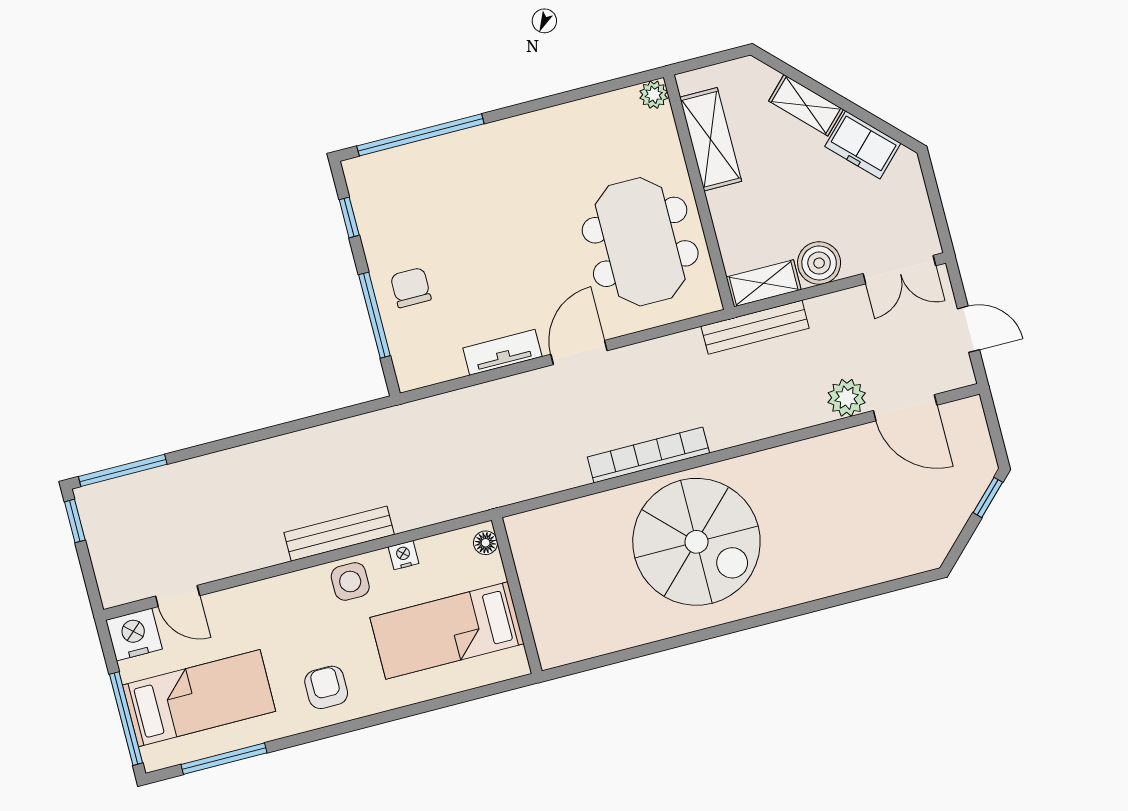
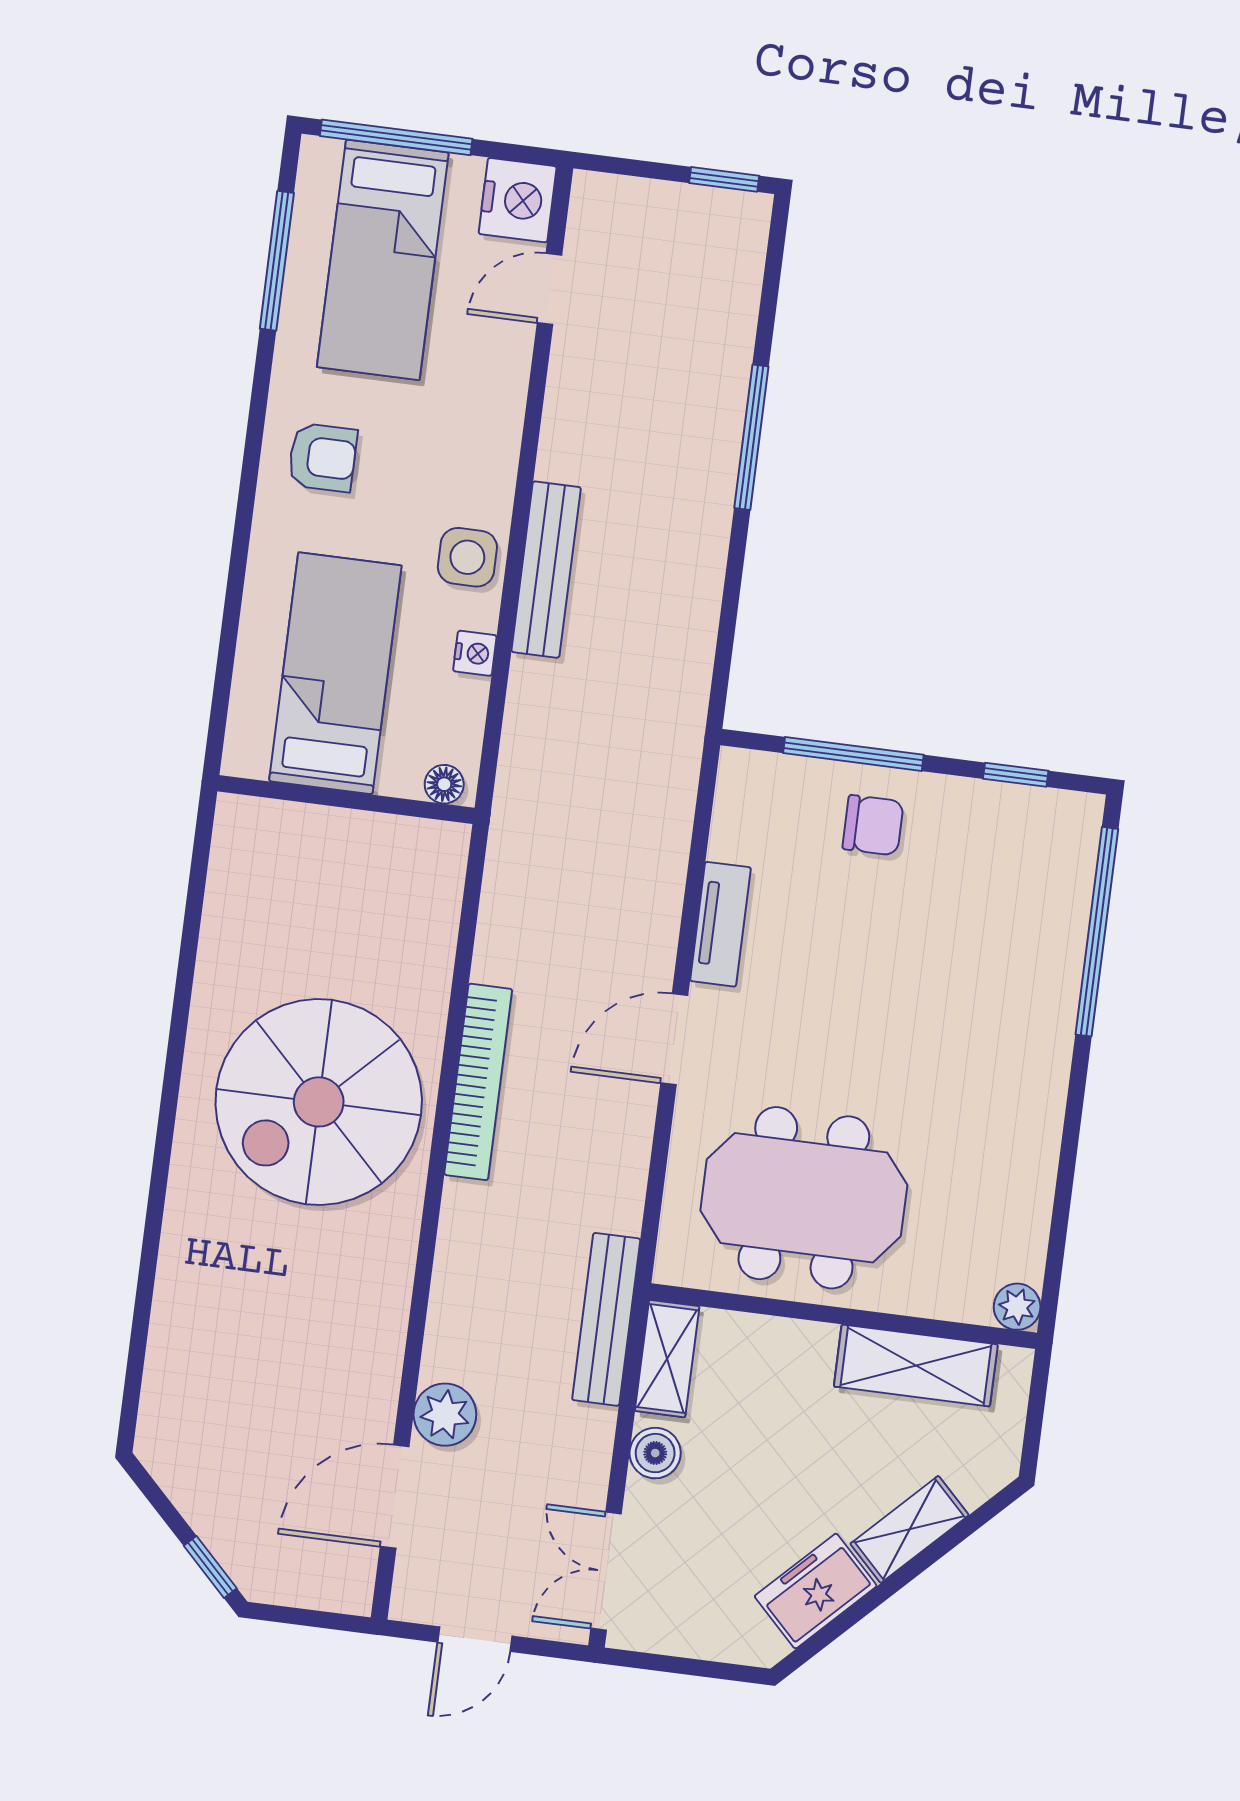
boiler: (819, 263) -> (655, 1453), width x0.73, depth x0.73
door: (579, 352) -> (674, 1039), swing flipped
window: (123, 470) -> (751, 437), moved

